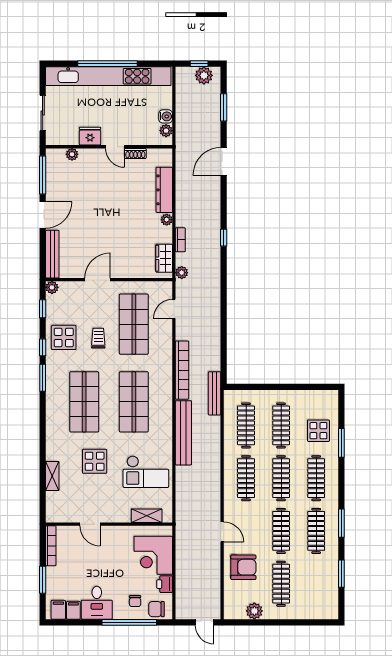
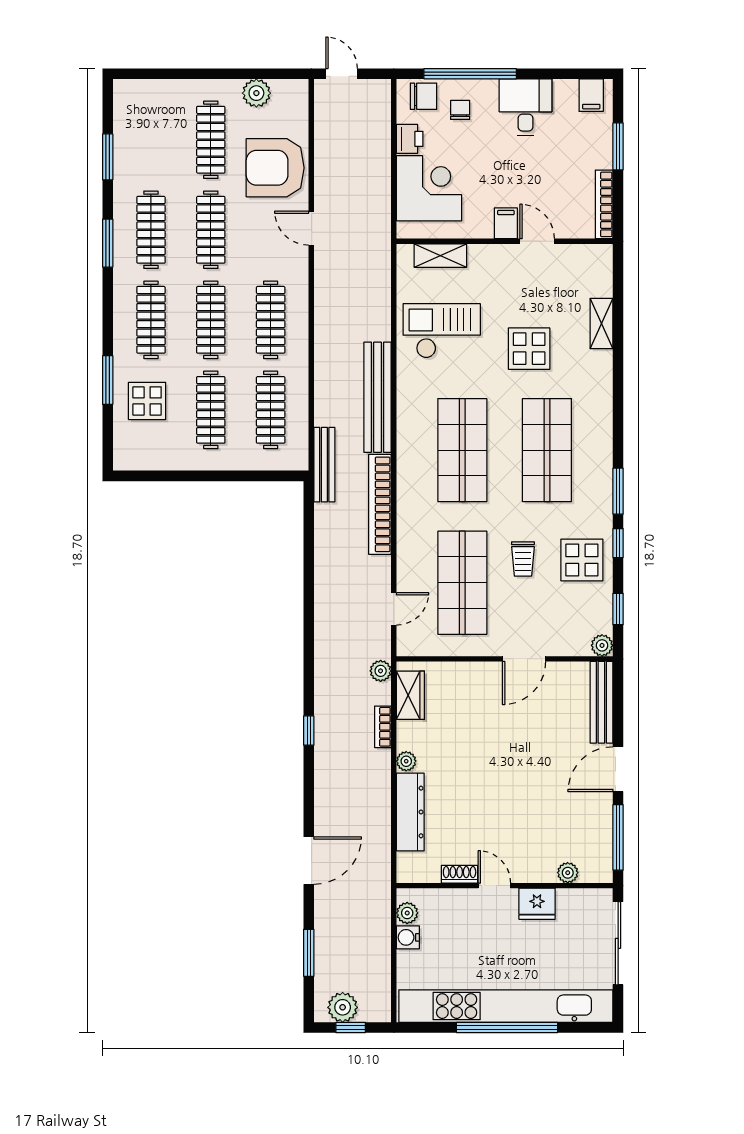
sliding door: (43, 113) -> (618, 943), width x1.37
armchair: (243, 567) -> (275, 168), width x1.36, depth x1.36
filing cabinet: (73, 610) -> (506, 223), moved, turned 180

